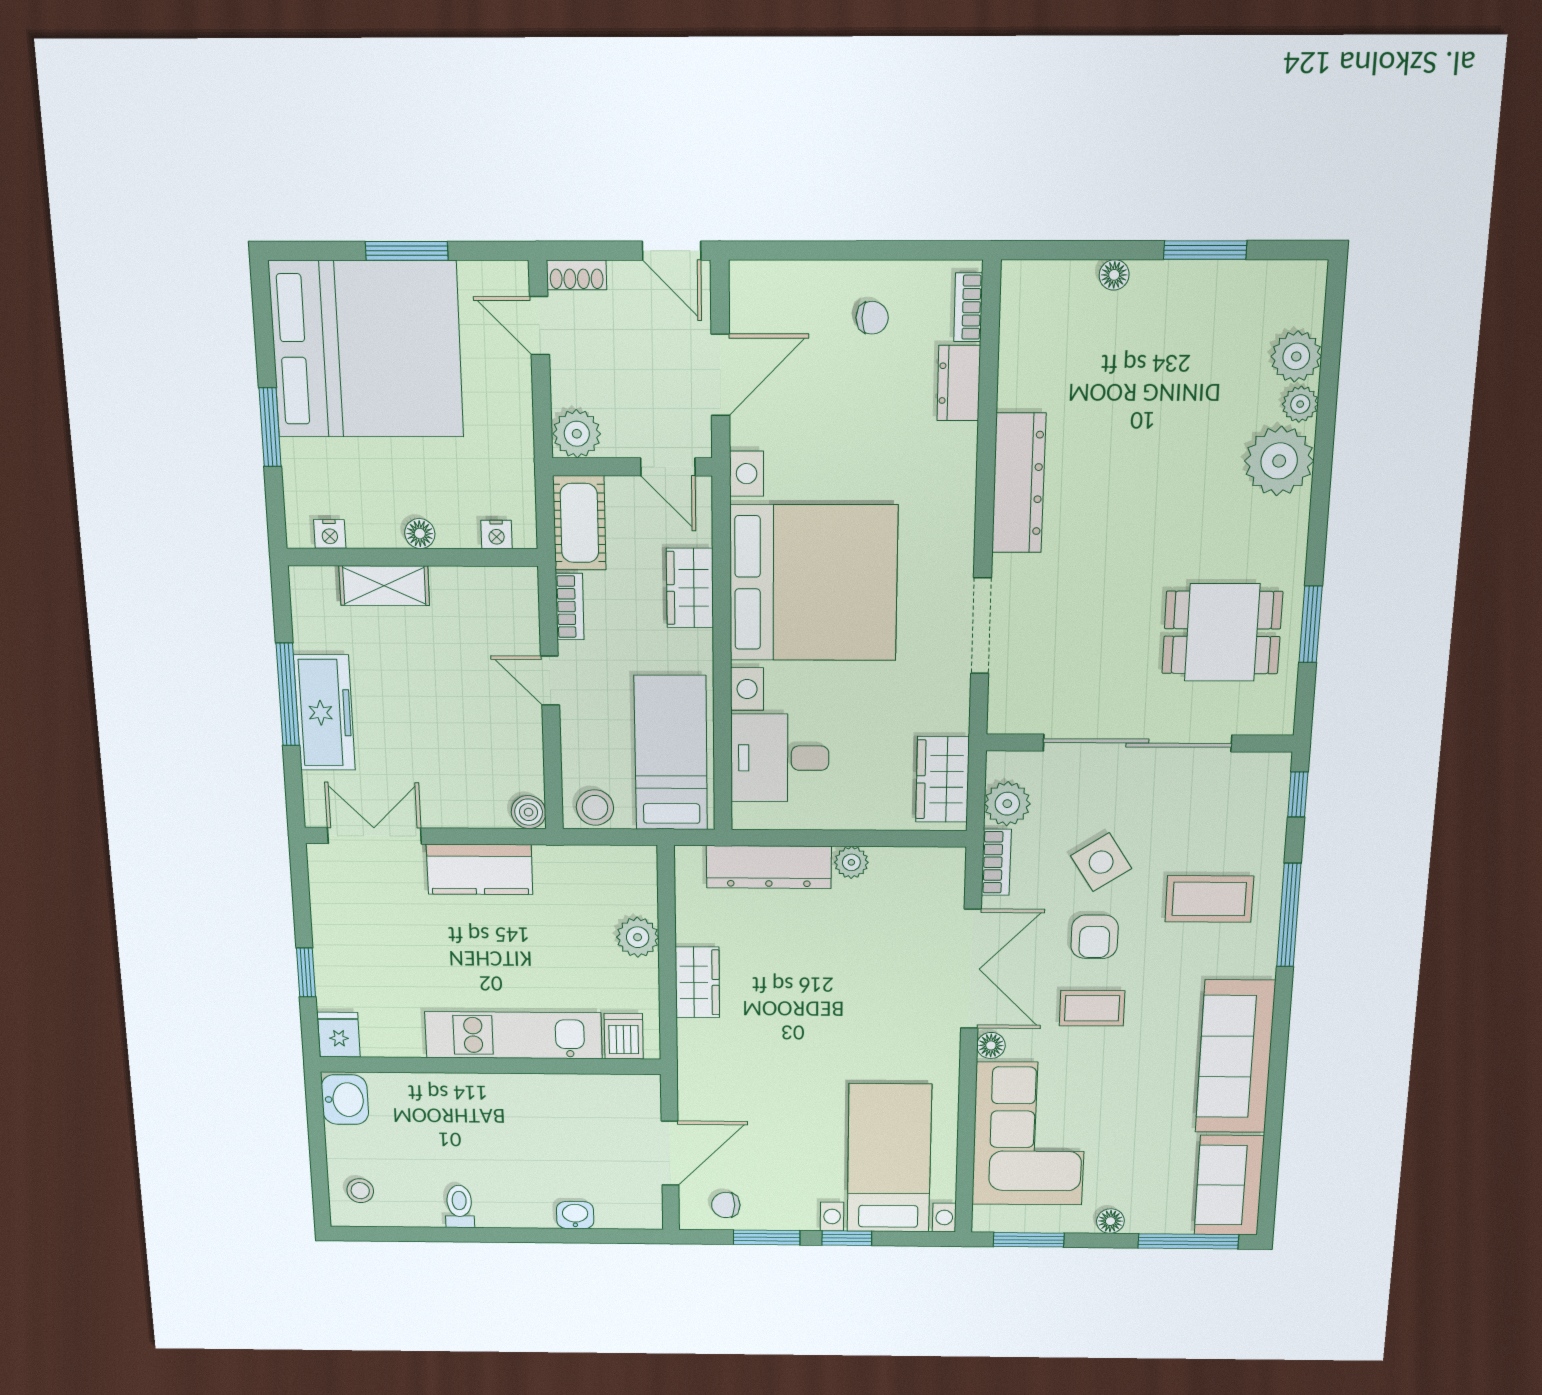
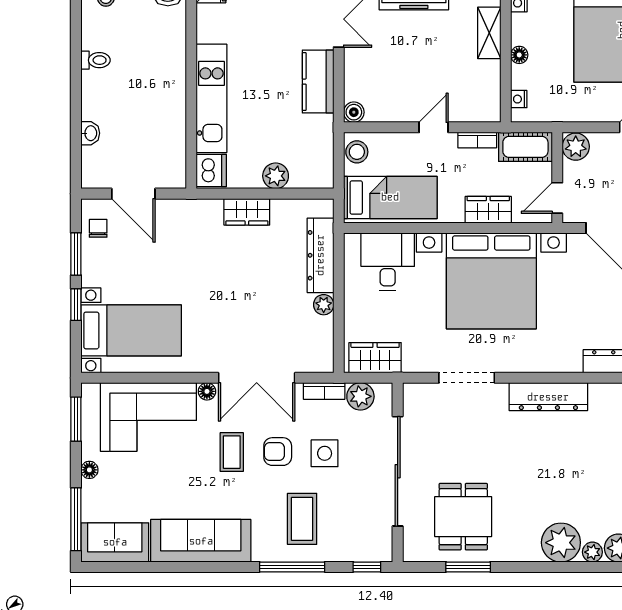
side table: (1101, 862) -> (325, 453), turned 33
dishwasher: (624, 1036) -> (211, 171), width x1.38

